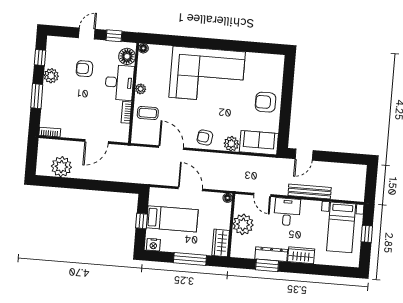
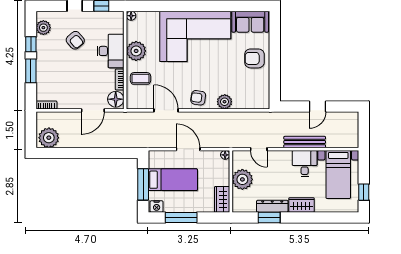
floor lamp: (127, 56) -> (116, 99), moved
window: (40, 58) -> (31, 44), moved
armchair: (84, 69) -> (75, 40), turned -131
plant: (51, 76) -> (43, 28), moved
plant: (141, 89) -> (136, 51), width x1.88, depth x1.88
sofa: (259, 143) -> (250, 22), moved, turned 180
door: (304, 155) -> (317, 107), moved
plant: (61, 167) -> (49, 138), moved
desk: (287, 212) -> (305, 164), moved
window: (142, 221) -> (143, 184), width x2.17
window: (367, 234) -> (364, 192), moved
window: (190, 259) -> (181, 217), moved

